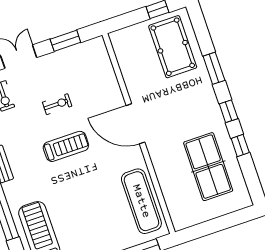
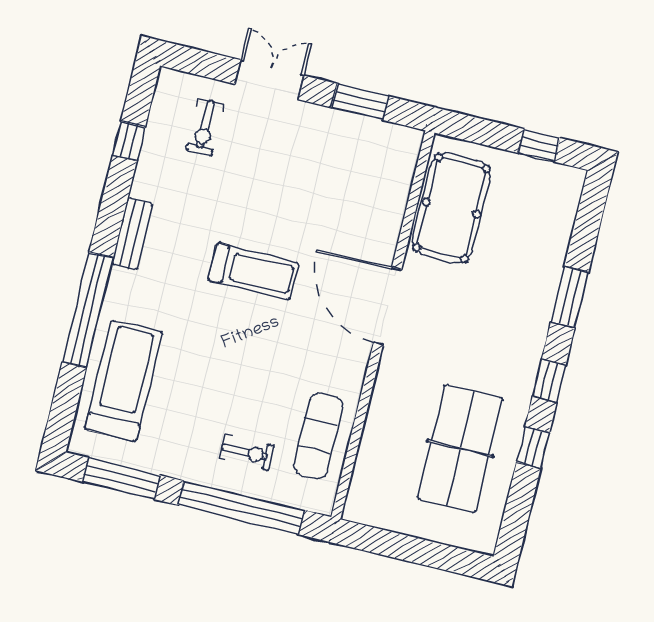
pool table: (173, 47) -> (452, 208), moved
exercise bike: (57, 104) -> (247, 452), moved
exercise mat: (141, 201) -> (318, 436), width x0.73, depth x0.69

